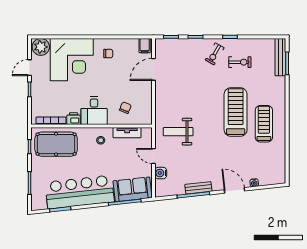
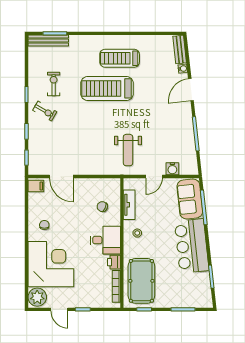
bench: (198, 188) -> (180, 50), moved
bar counter: (80, 192) -> (192, 246), width x0.73

